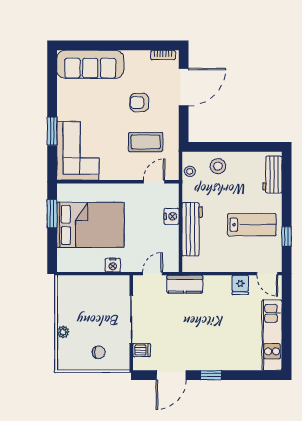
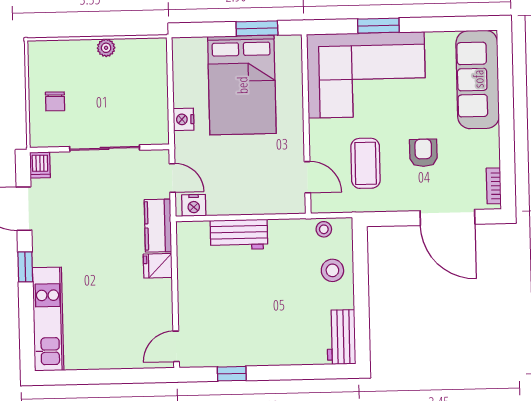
corner sofa: (78, 151) -> (366, 75), width x1.36, depth x1.36
workbench: (272, 175) -> (341, 337), moved, turned -90
nightstand: (172, 216) -> (194, 205), moved
lab bench: (252, 225) -> (248, 322), removed
workbench: (192, 229) -> (239, 235), width x0.73
fridge: (240, 285) -> (158, 266), moved
plant: (63, 332) -> (106, 48), moved
kitchen unit: (272, 335) -> (48, 319), moved, turned 90
dishwasher: (142, 350) -> (40, 165), moved

